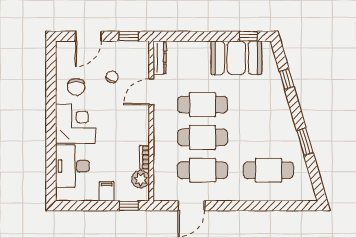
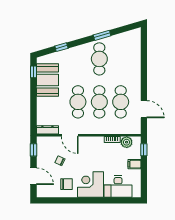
cafe table: (269, 170) -> (99, 59), moved

